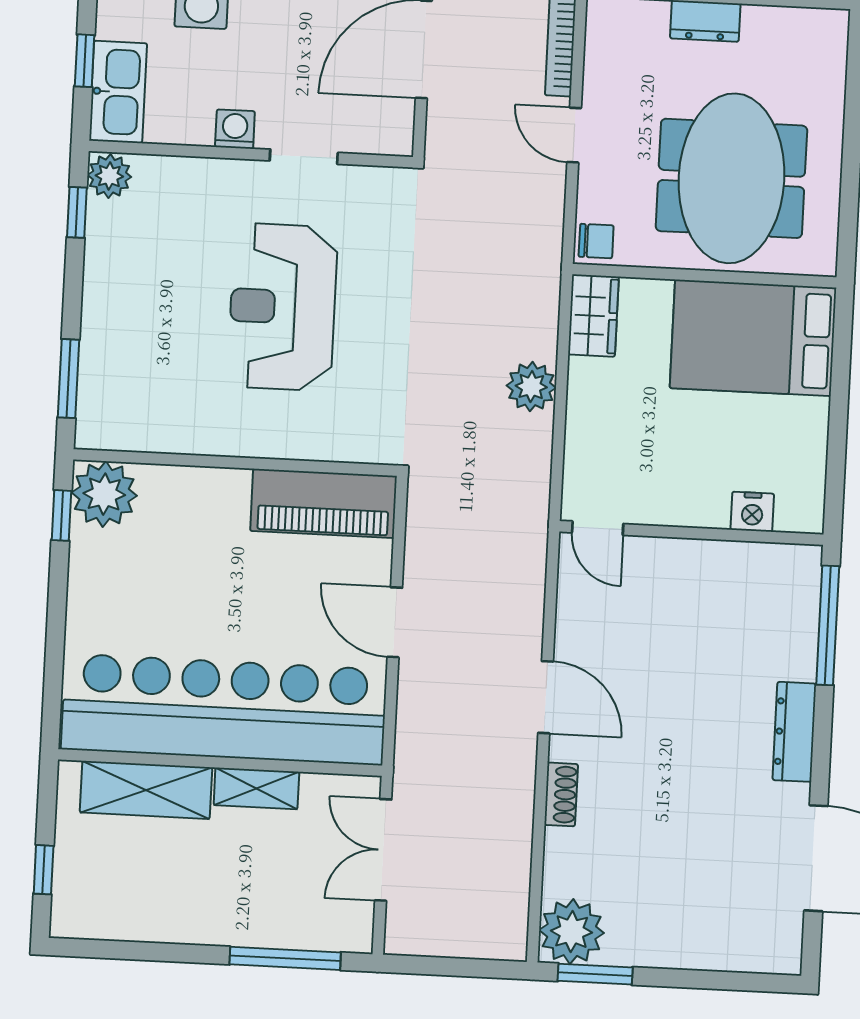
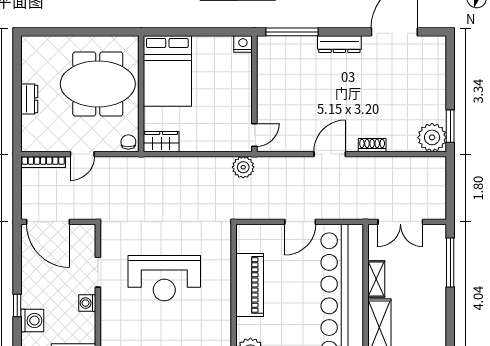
plant: (531, 387) -> (243, 167), moved
piano: (324, 503) -> (250, 285), moved
nightstand: (752, 512) -> (243, 44), moved, turned -90

